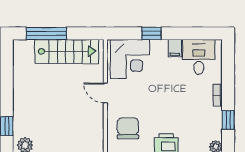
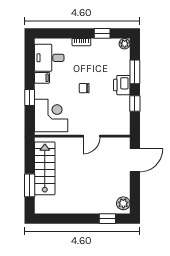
window: (46, 33) -> (30, 185), width x0.69
door: (105, 93) -> (91, 136), moved
chair: (128, 128) -> (84, 88), moved, width x0.54, depth x0.54

